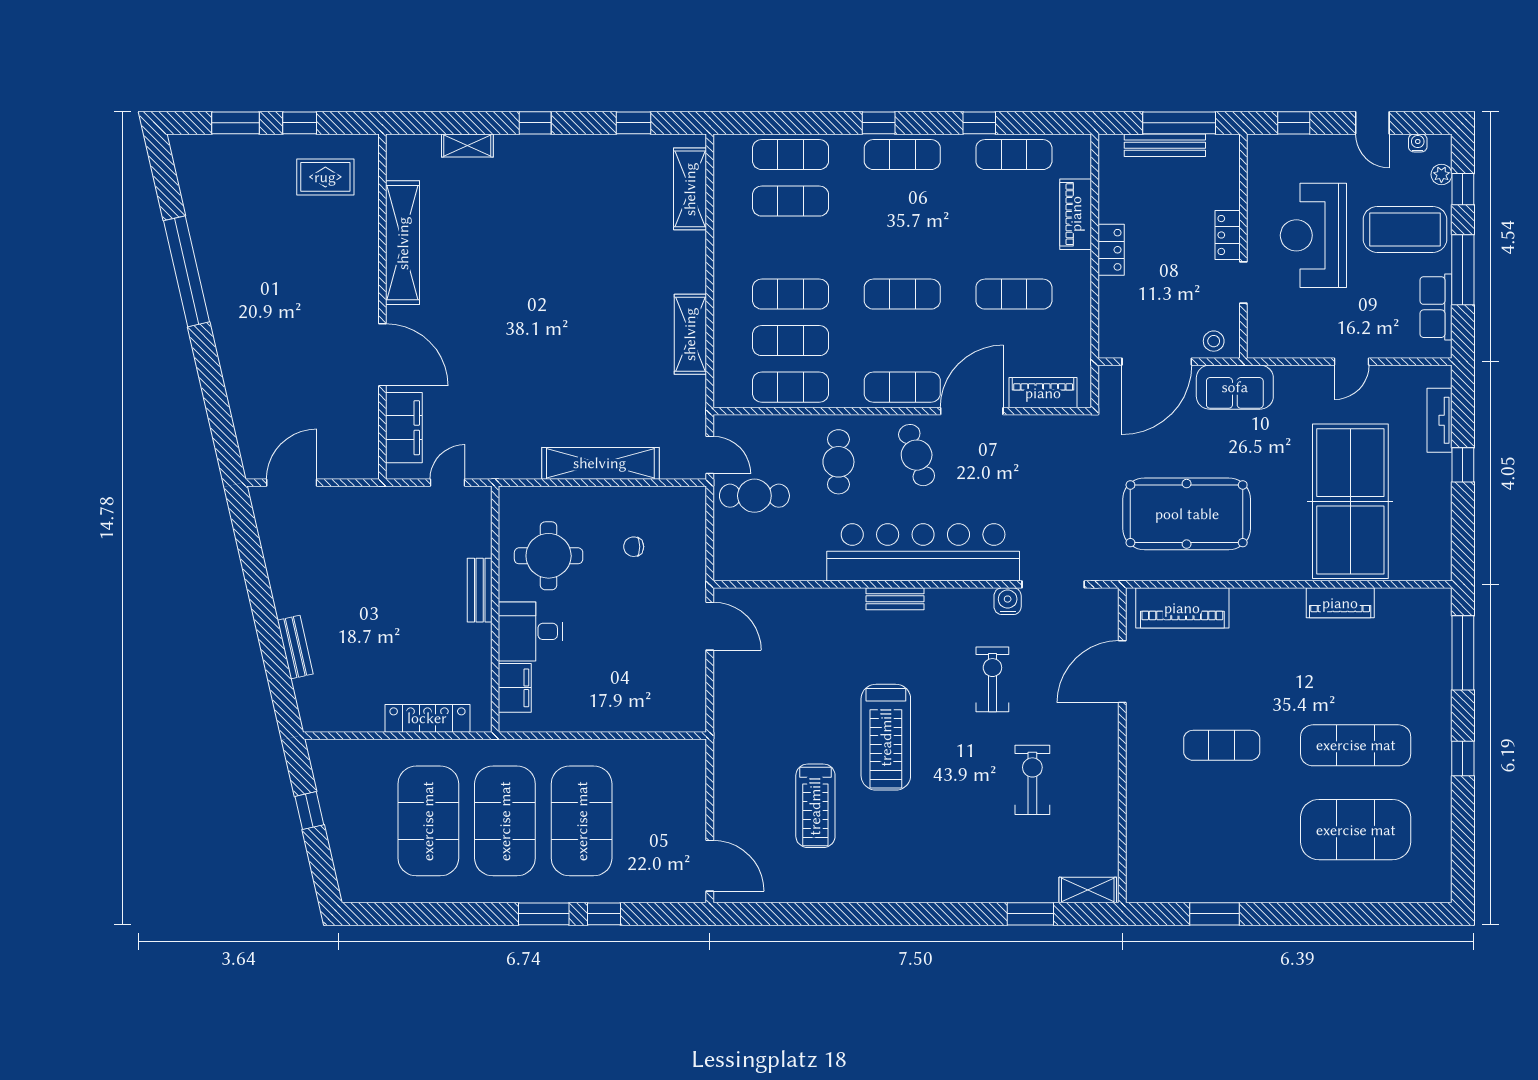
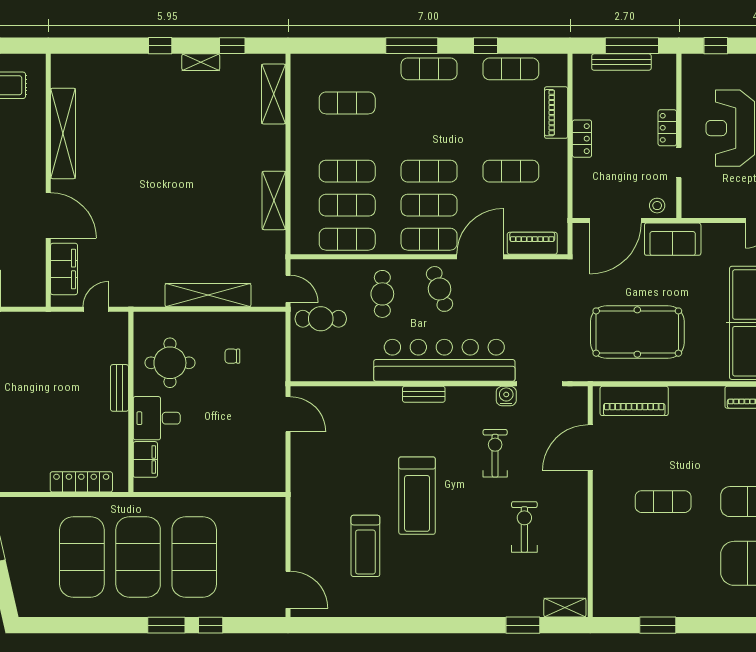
window: (879, 123) -> (412, 46), width x2.17
shelving: (467, 145) -> (201, 62), moved
exercise mat: (791, 155) -> (429, 205), moved

